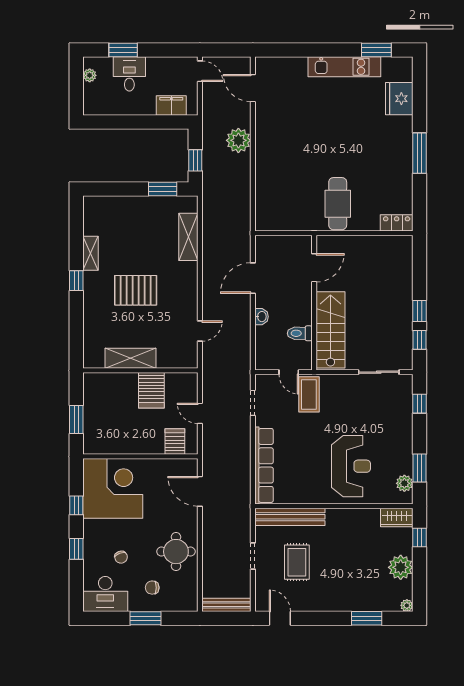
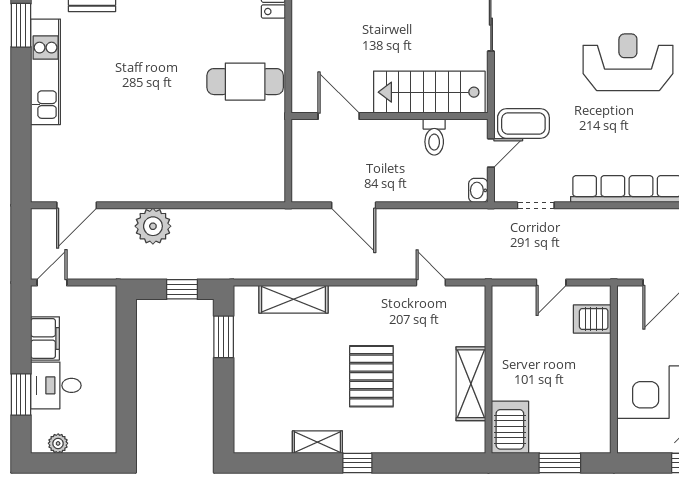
filing cabinet: (171, 106) -> (45, 338), moved, turned 180
washbasin: (261, 317) -> (478, 190), moved, turned -90
server rack: (151, 390) -> (510, 427), moved, turned -90

